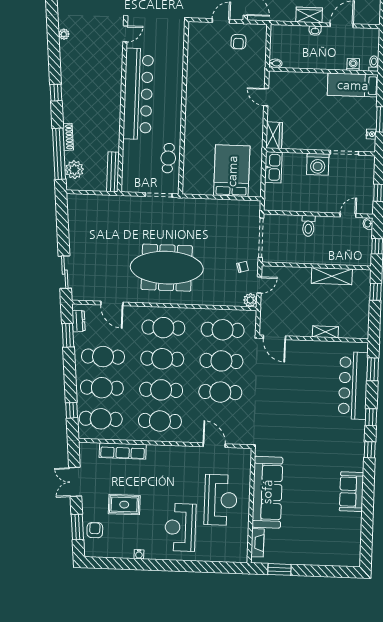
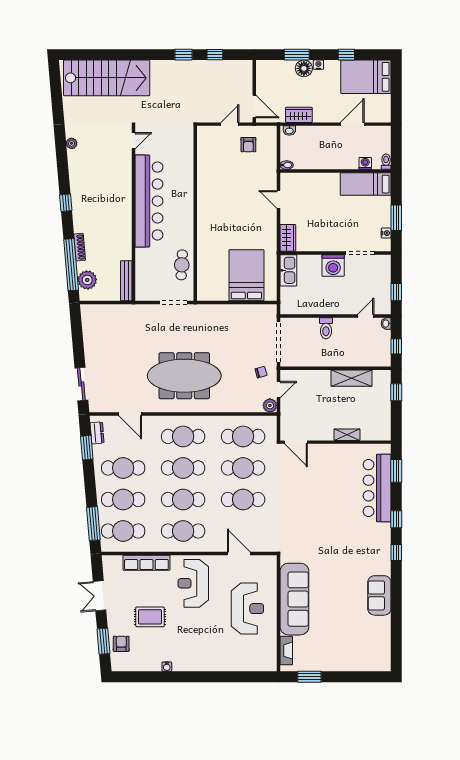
wardrobe: (309, 15) -> (299, 115), moved
washbasin: (315, 31) -> (289, 131), moved
window: (72, 410) -> (93, 524), width x2.17
reception desk: (180, 527) -> (193, 583), moved

